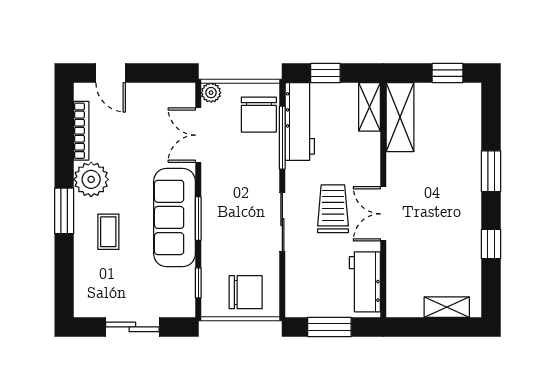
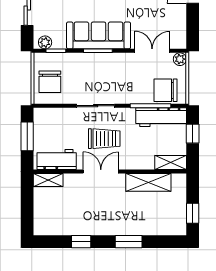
shelving: (400, 117) -> (148, 182), moved
plant: (185, 300) -> (45, 42), added
shelving: (447, 307) -> (48, 180), moved, turned 90

